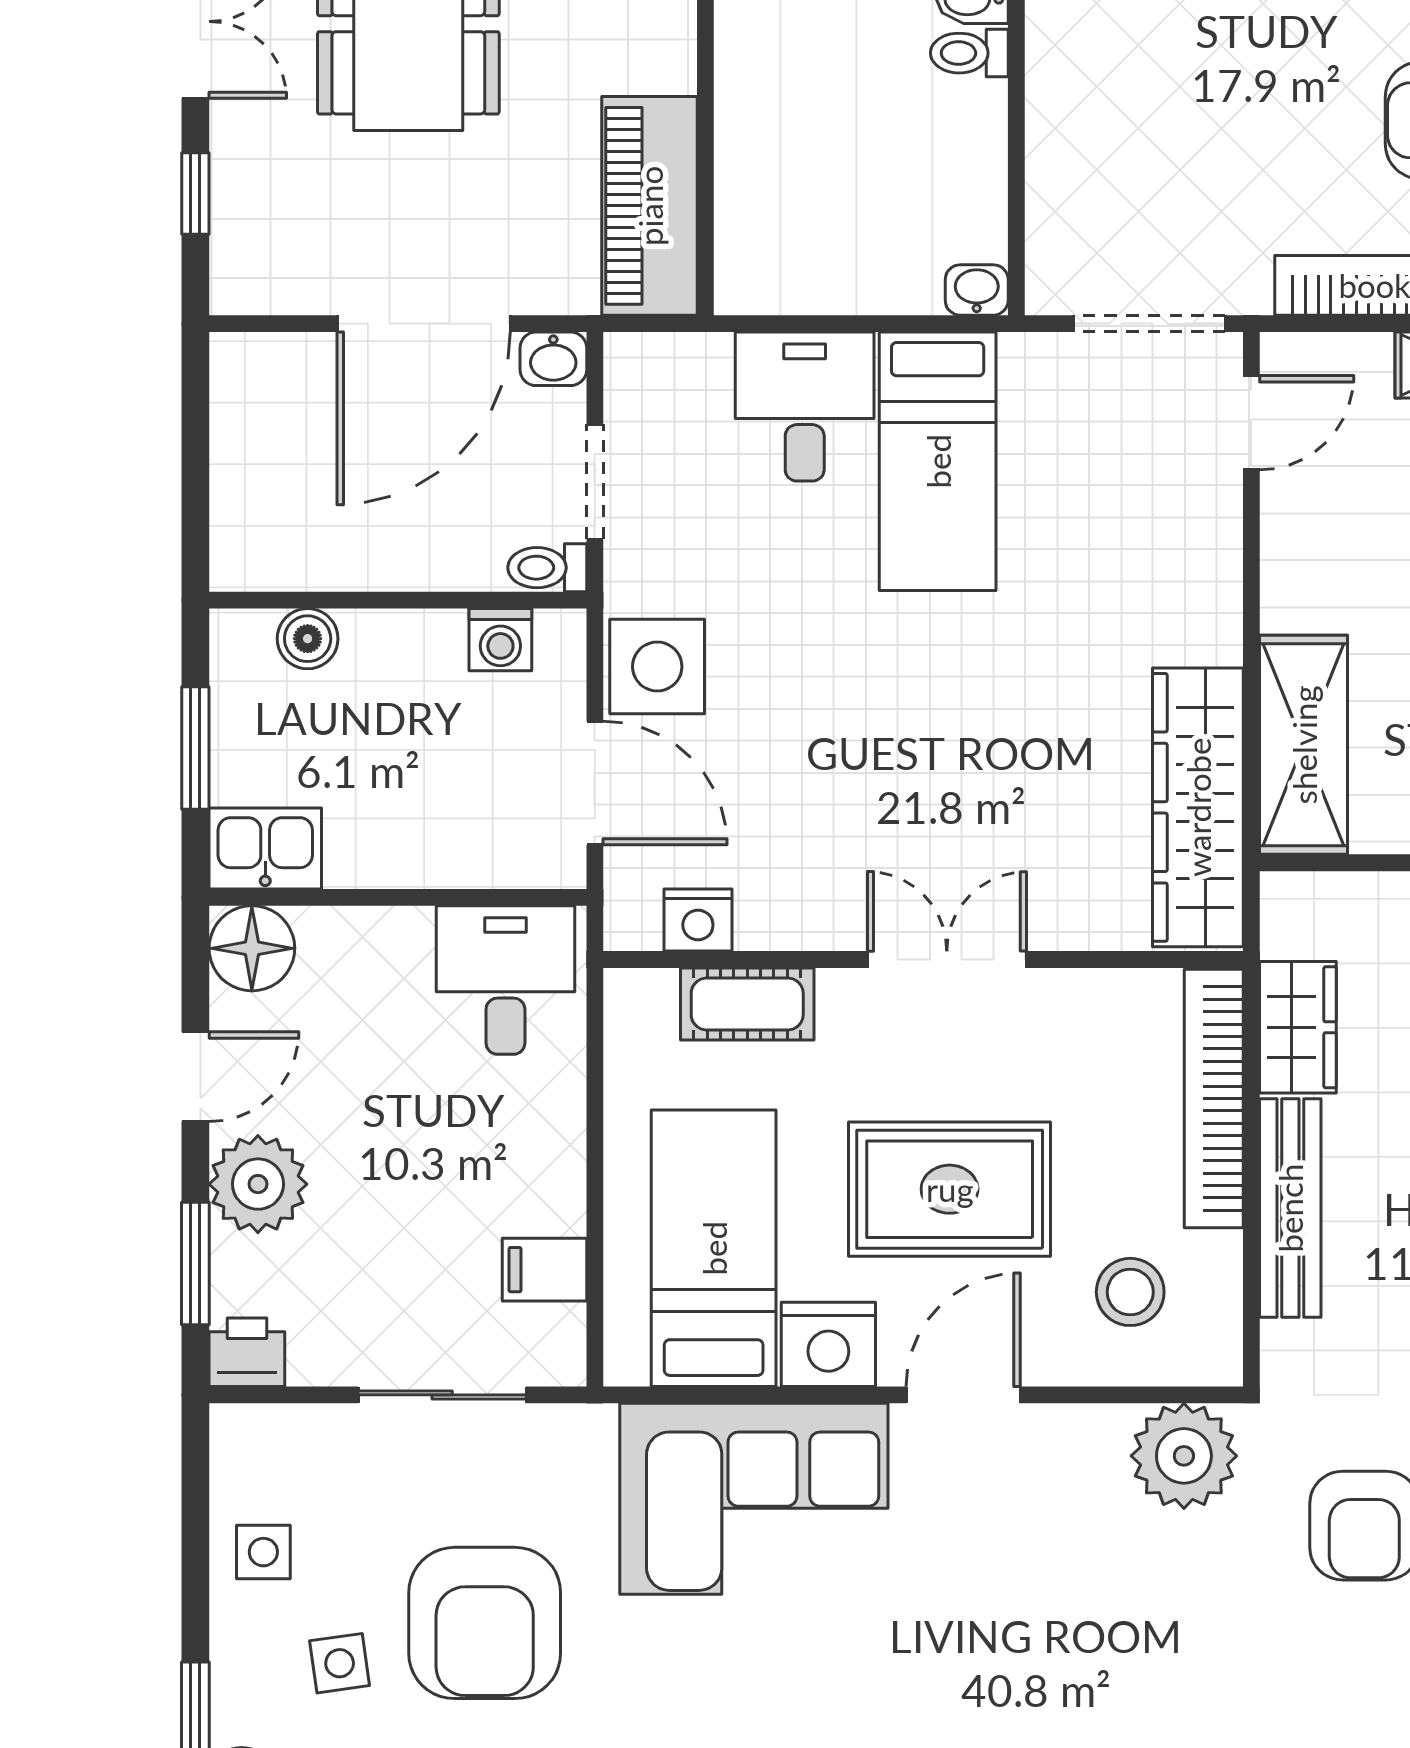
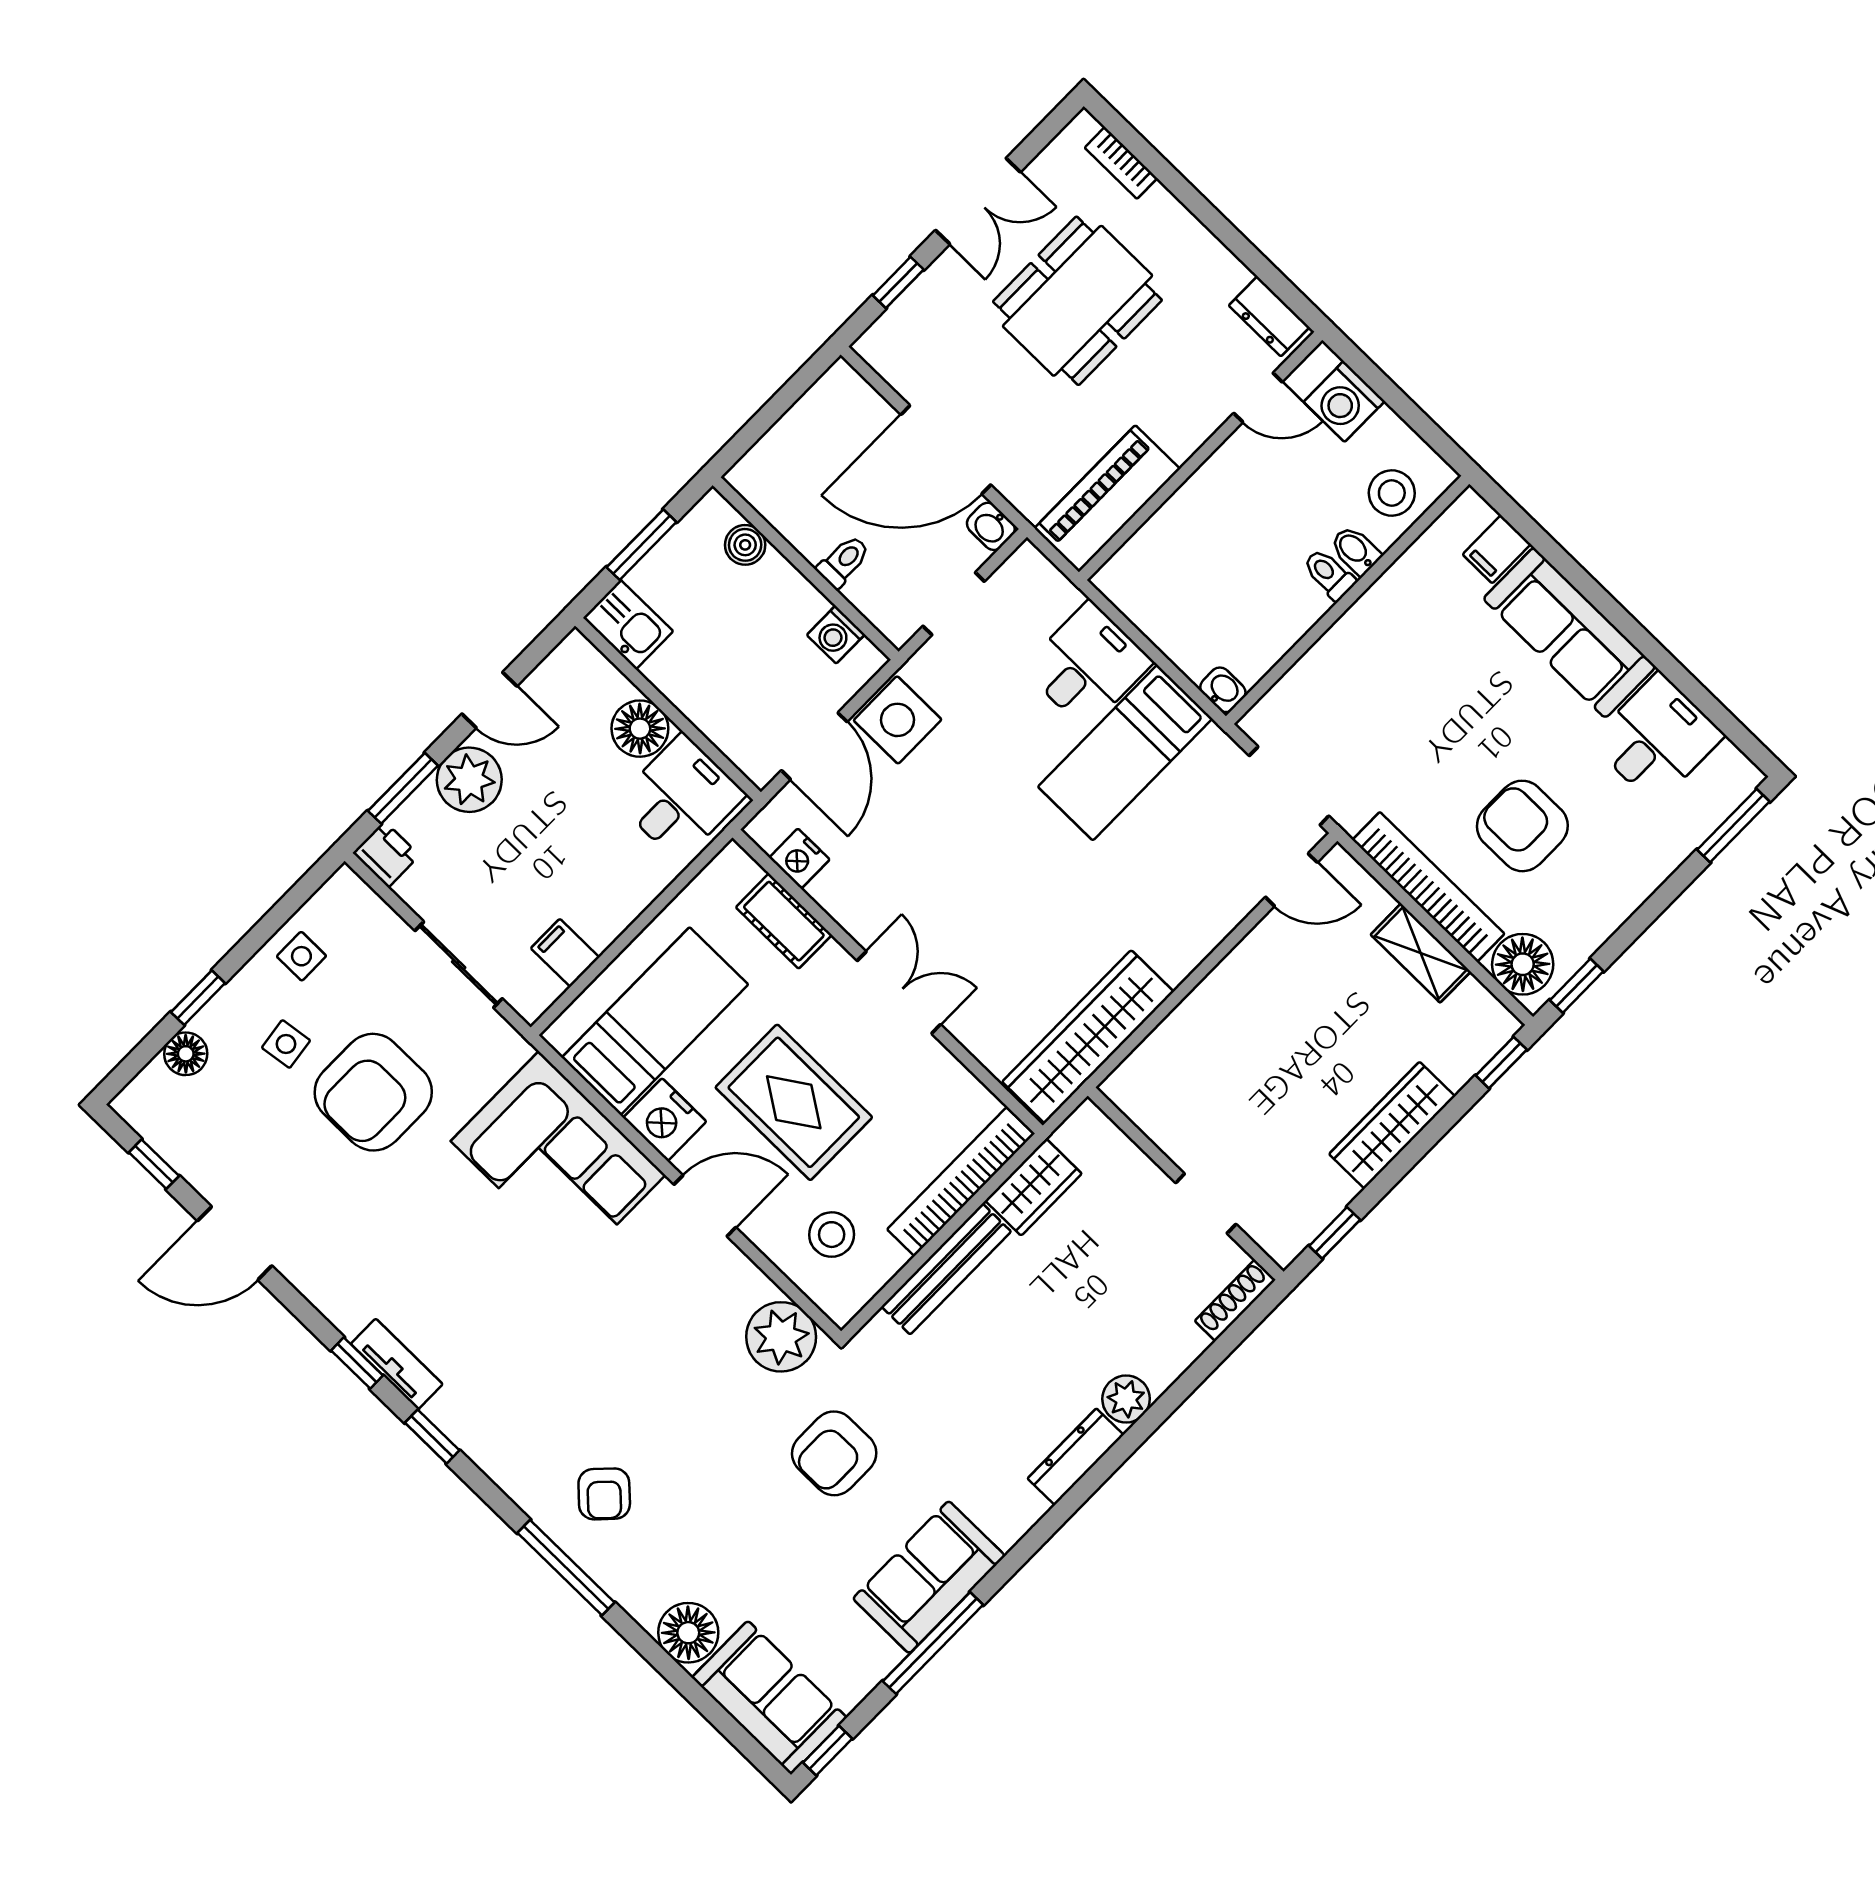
toilet: (547, 568) -> (844, 561), moved, turned 90
shelving: (1304, 745) -> (1167, 1056), removed
floor lamp: (252, 948) -> (640, 729), moved

